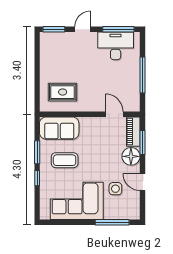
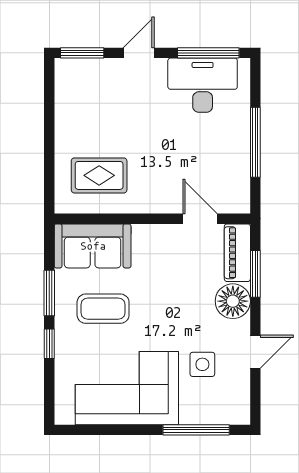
door: (143, 182) -> (255, 352), swing flipped

